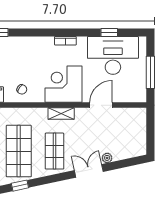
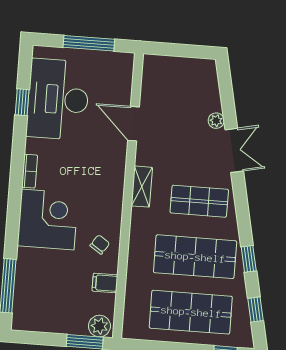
corner desk: (63, 84) -> (48, 220), moved, turned 180
double door: (89, 171) -> (234, 150), swing flipped

